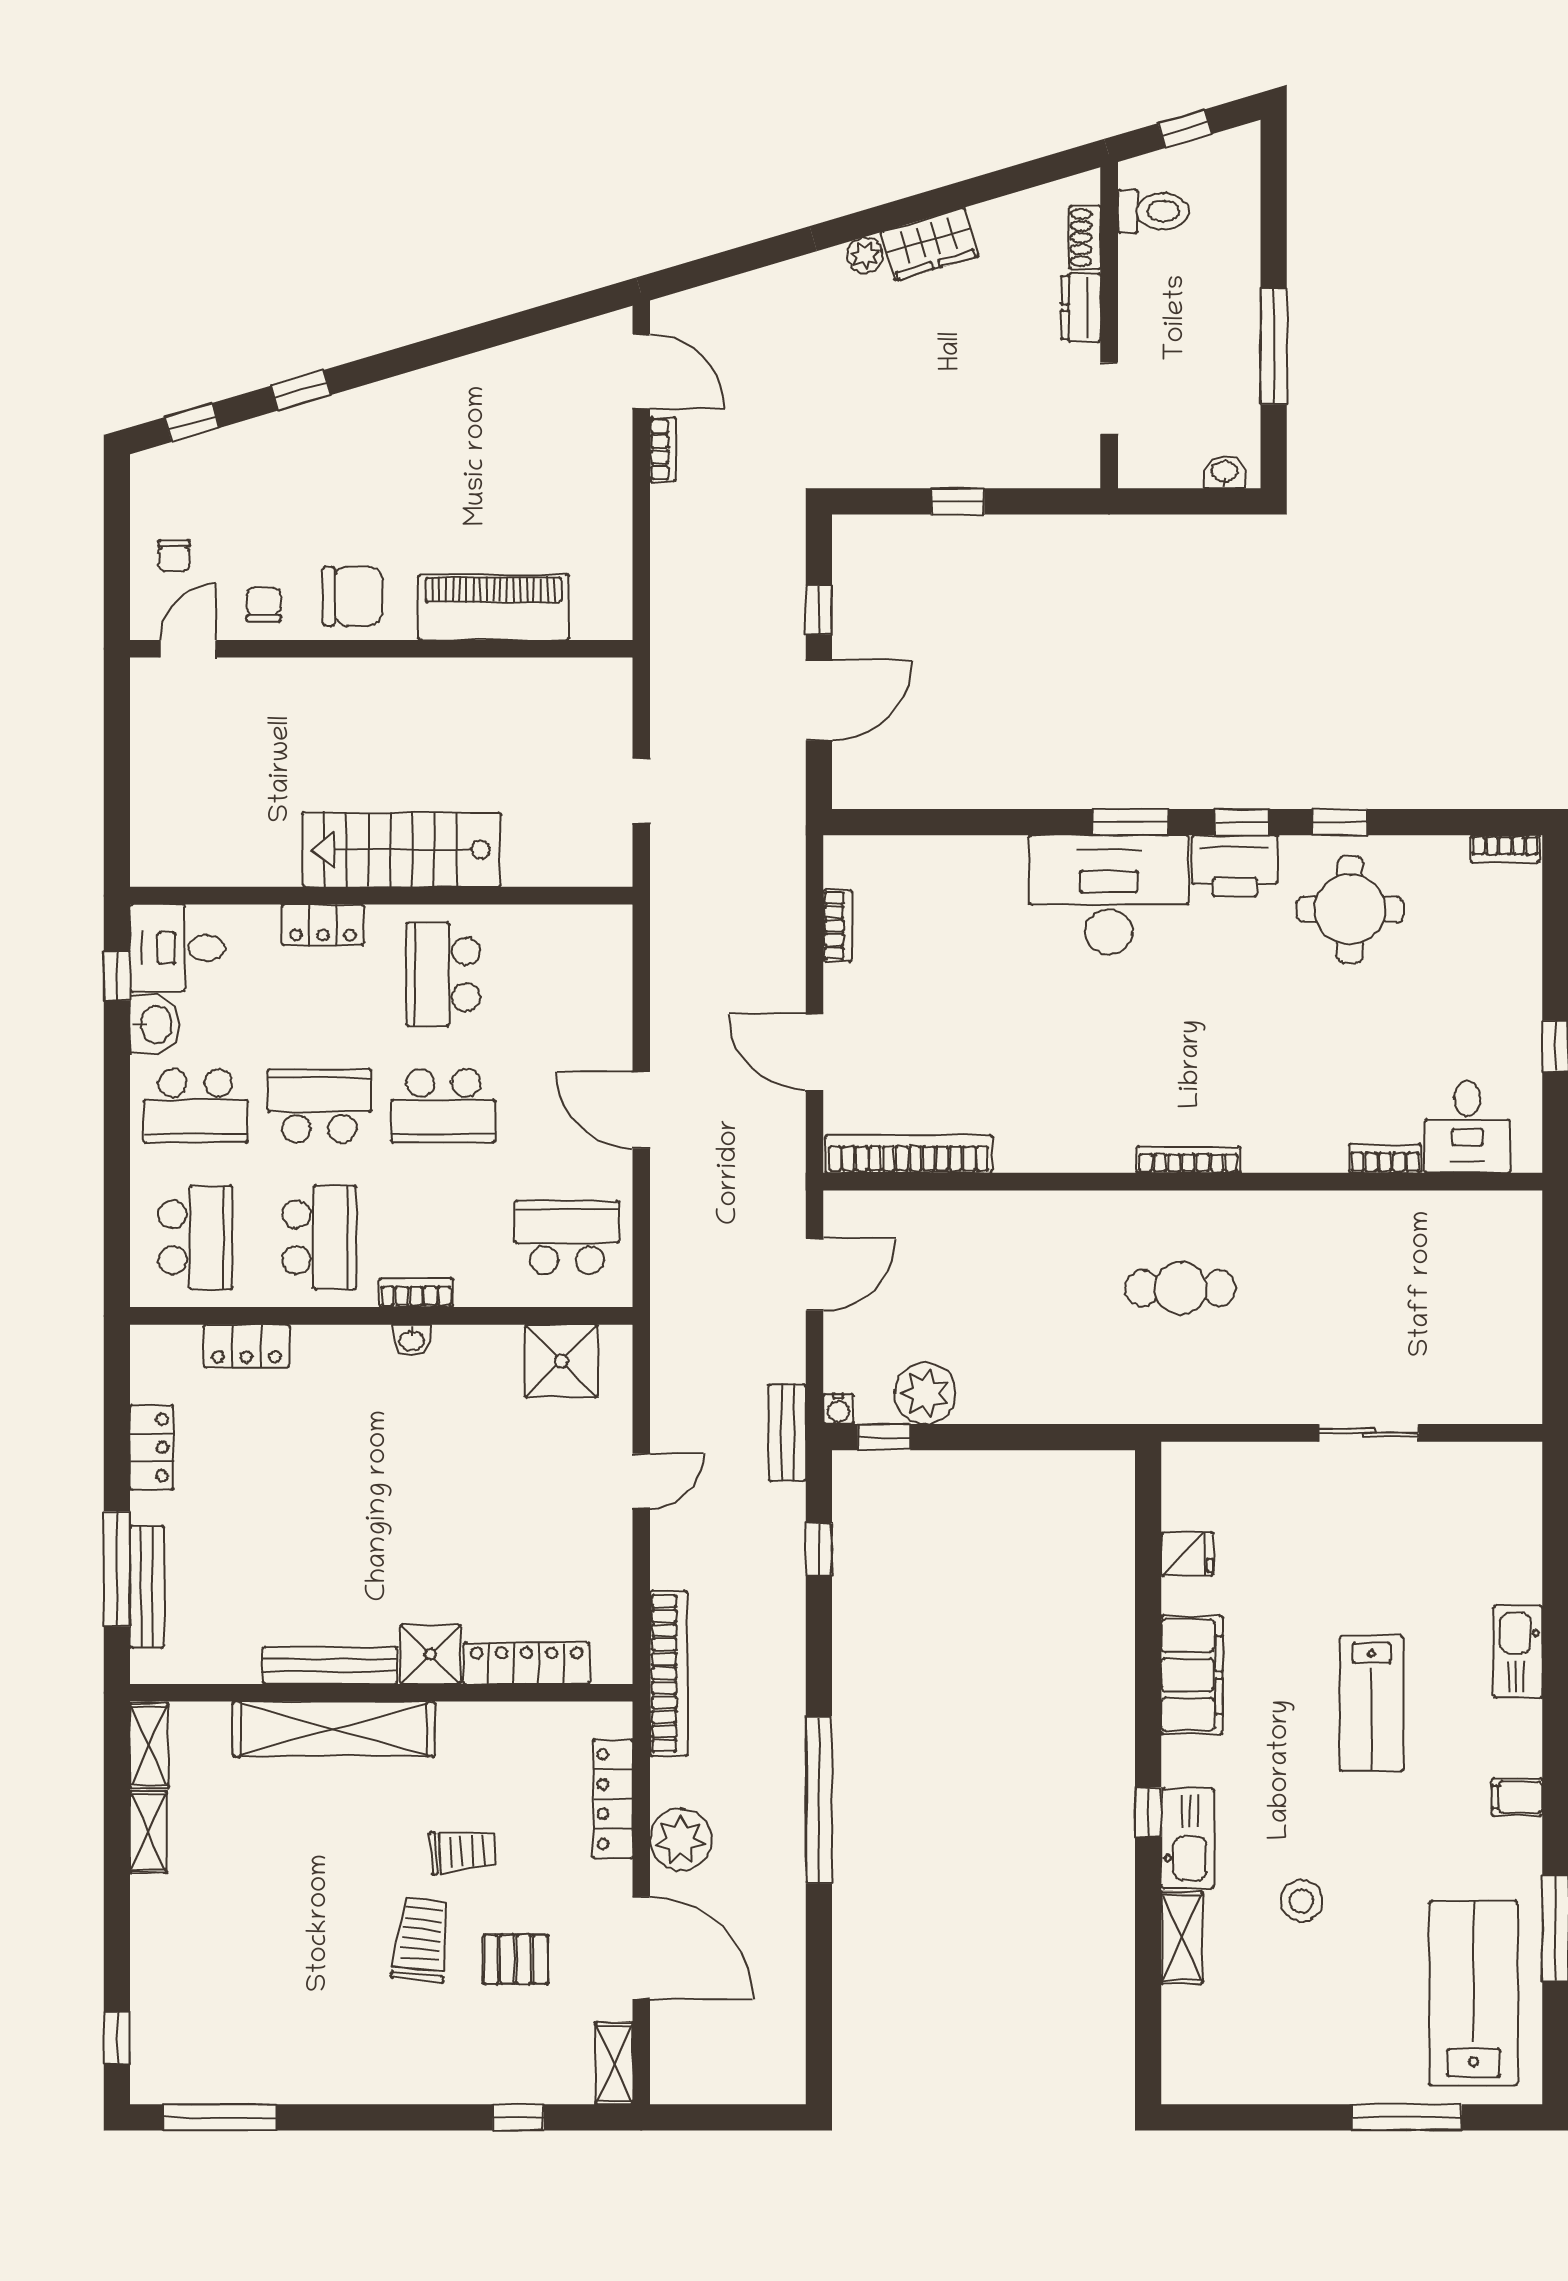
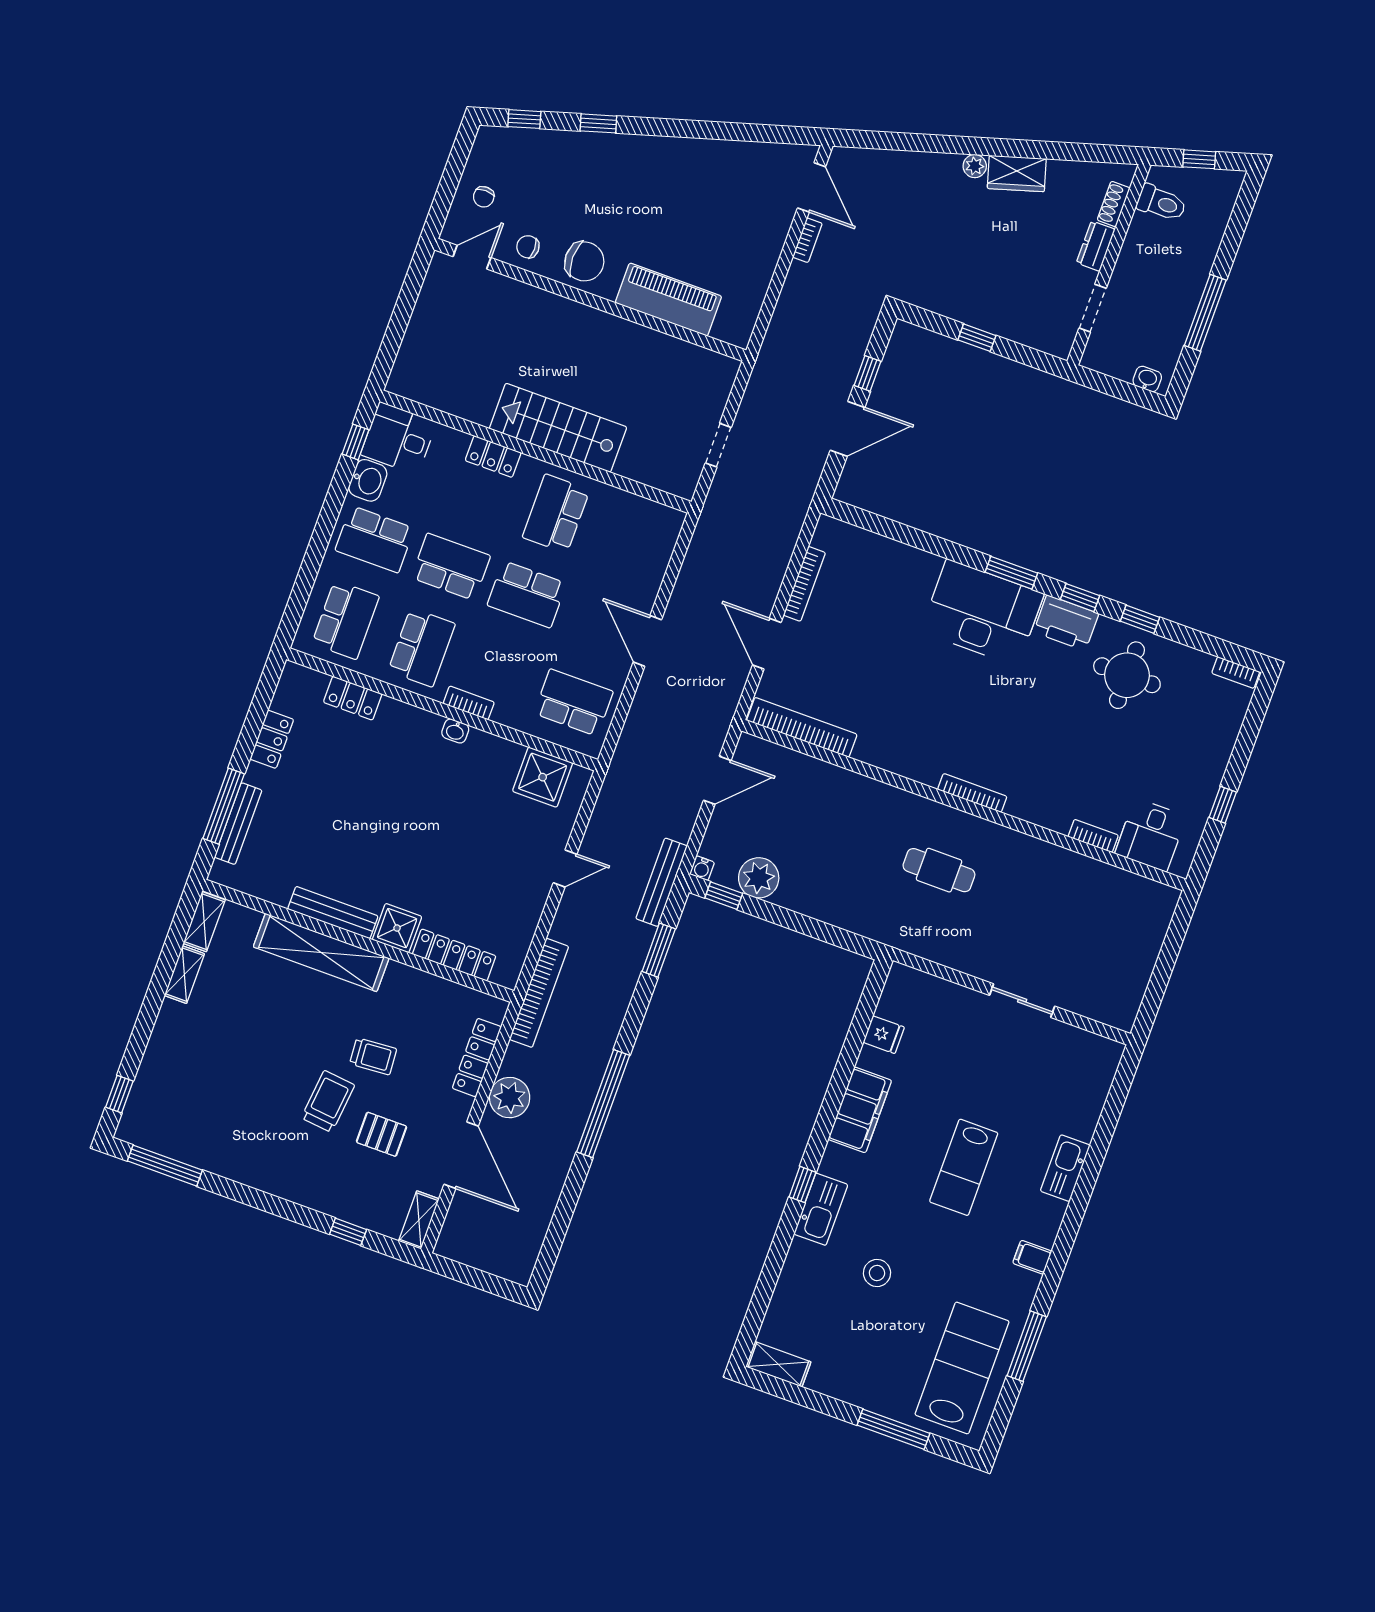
chair: (264, 605) -> (528, 247), turned -90
bookcase: (838, 926) -> (804, 584), width x1.56
bench: (787, 1433) -> (661, 882), width x1.36
window: (819, 1550) -> (659, 950), width x1.50
shelving: (1182, 1938) -> (778, 1364), moved, turned 90

